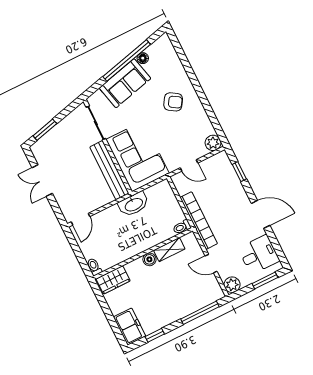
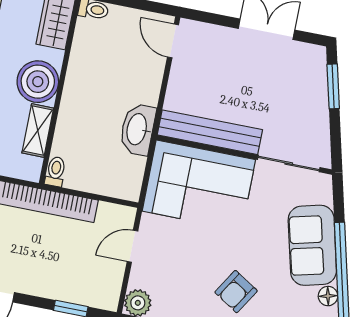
boiler: (149, 259) -> (38, 82), width x1.86, depth x1.86

